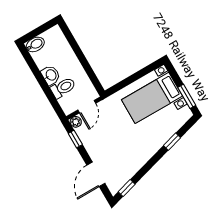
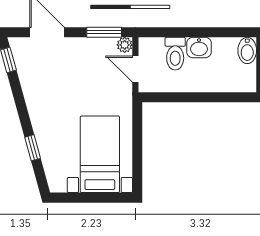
window: (187, 96) -> (77, 198), removed
window: (75, 139) -> (104, 32), width x1.50

